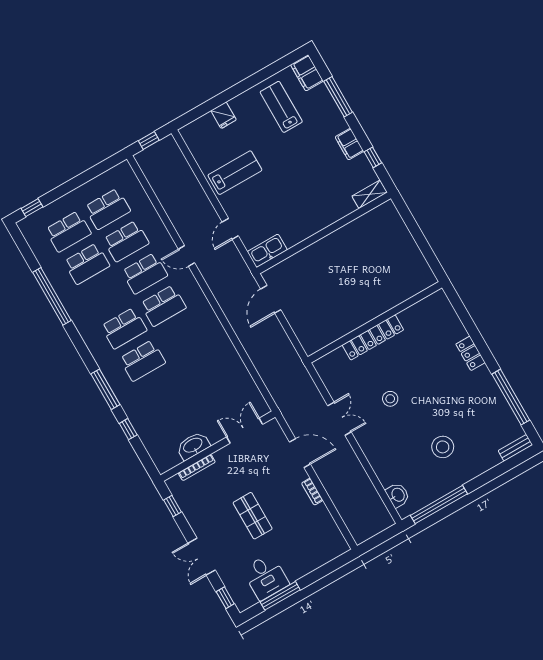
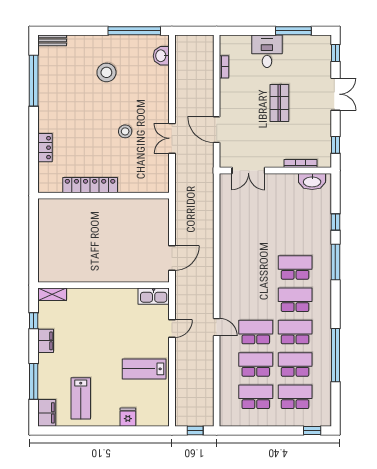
school desk: (163, 306) -> (295, 332), moved
locker: (373, 337) -> (90, 185), moved
locker: (470, 353) -> (45, 148), moved
washbasin: (193, 446) -> (312, 181), moved
bookcase: (312, 492) -> (224, 67), moved
desk: (266, 577) -> (267, 51), moved

